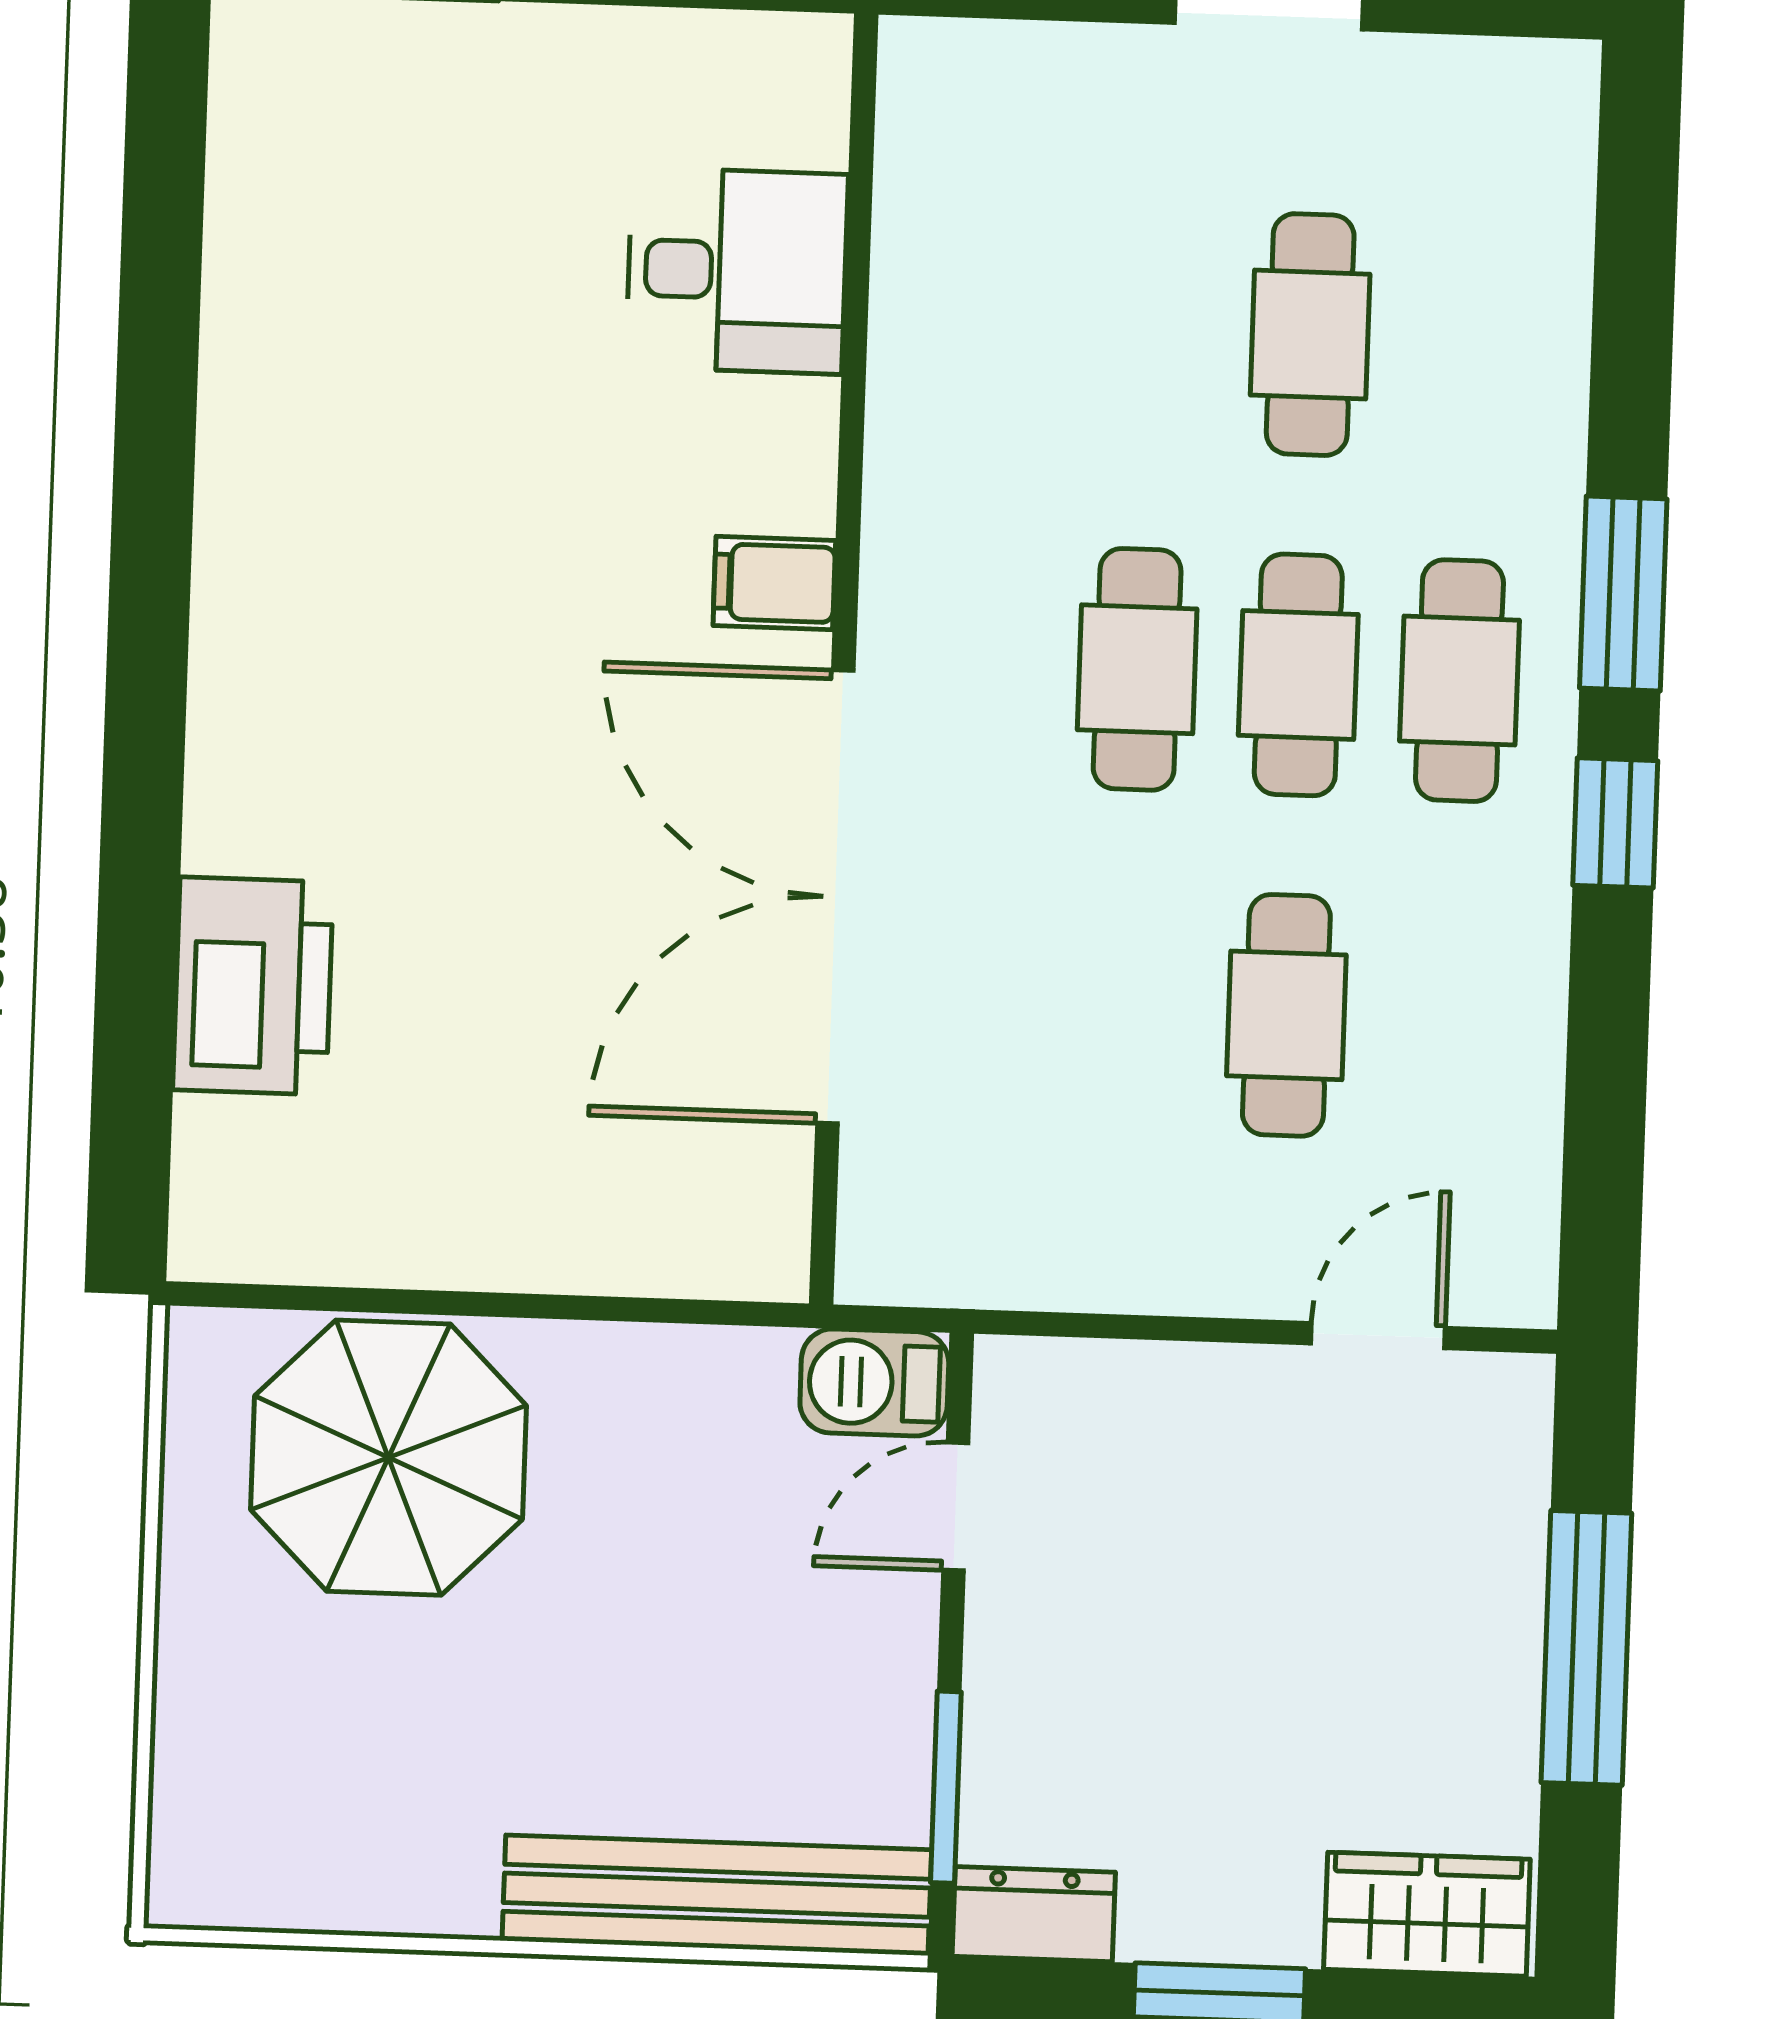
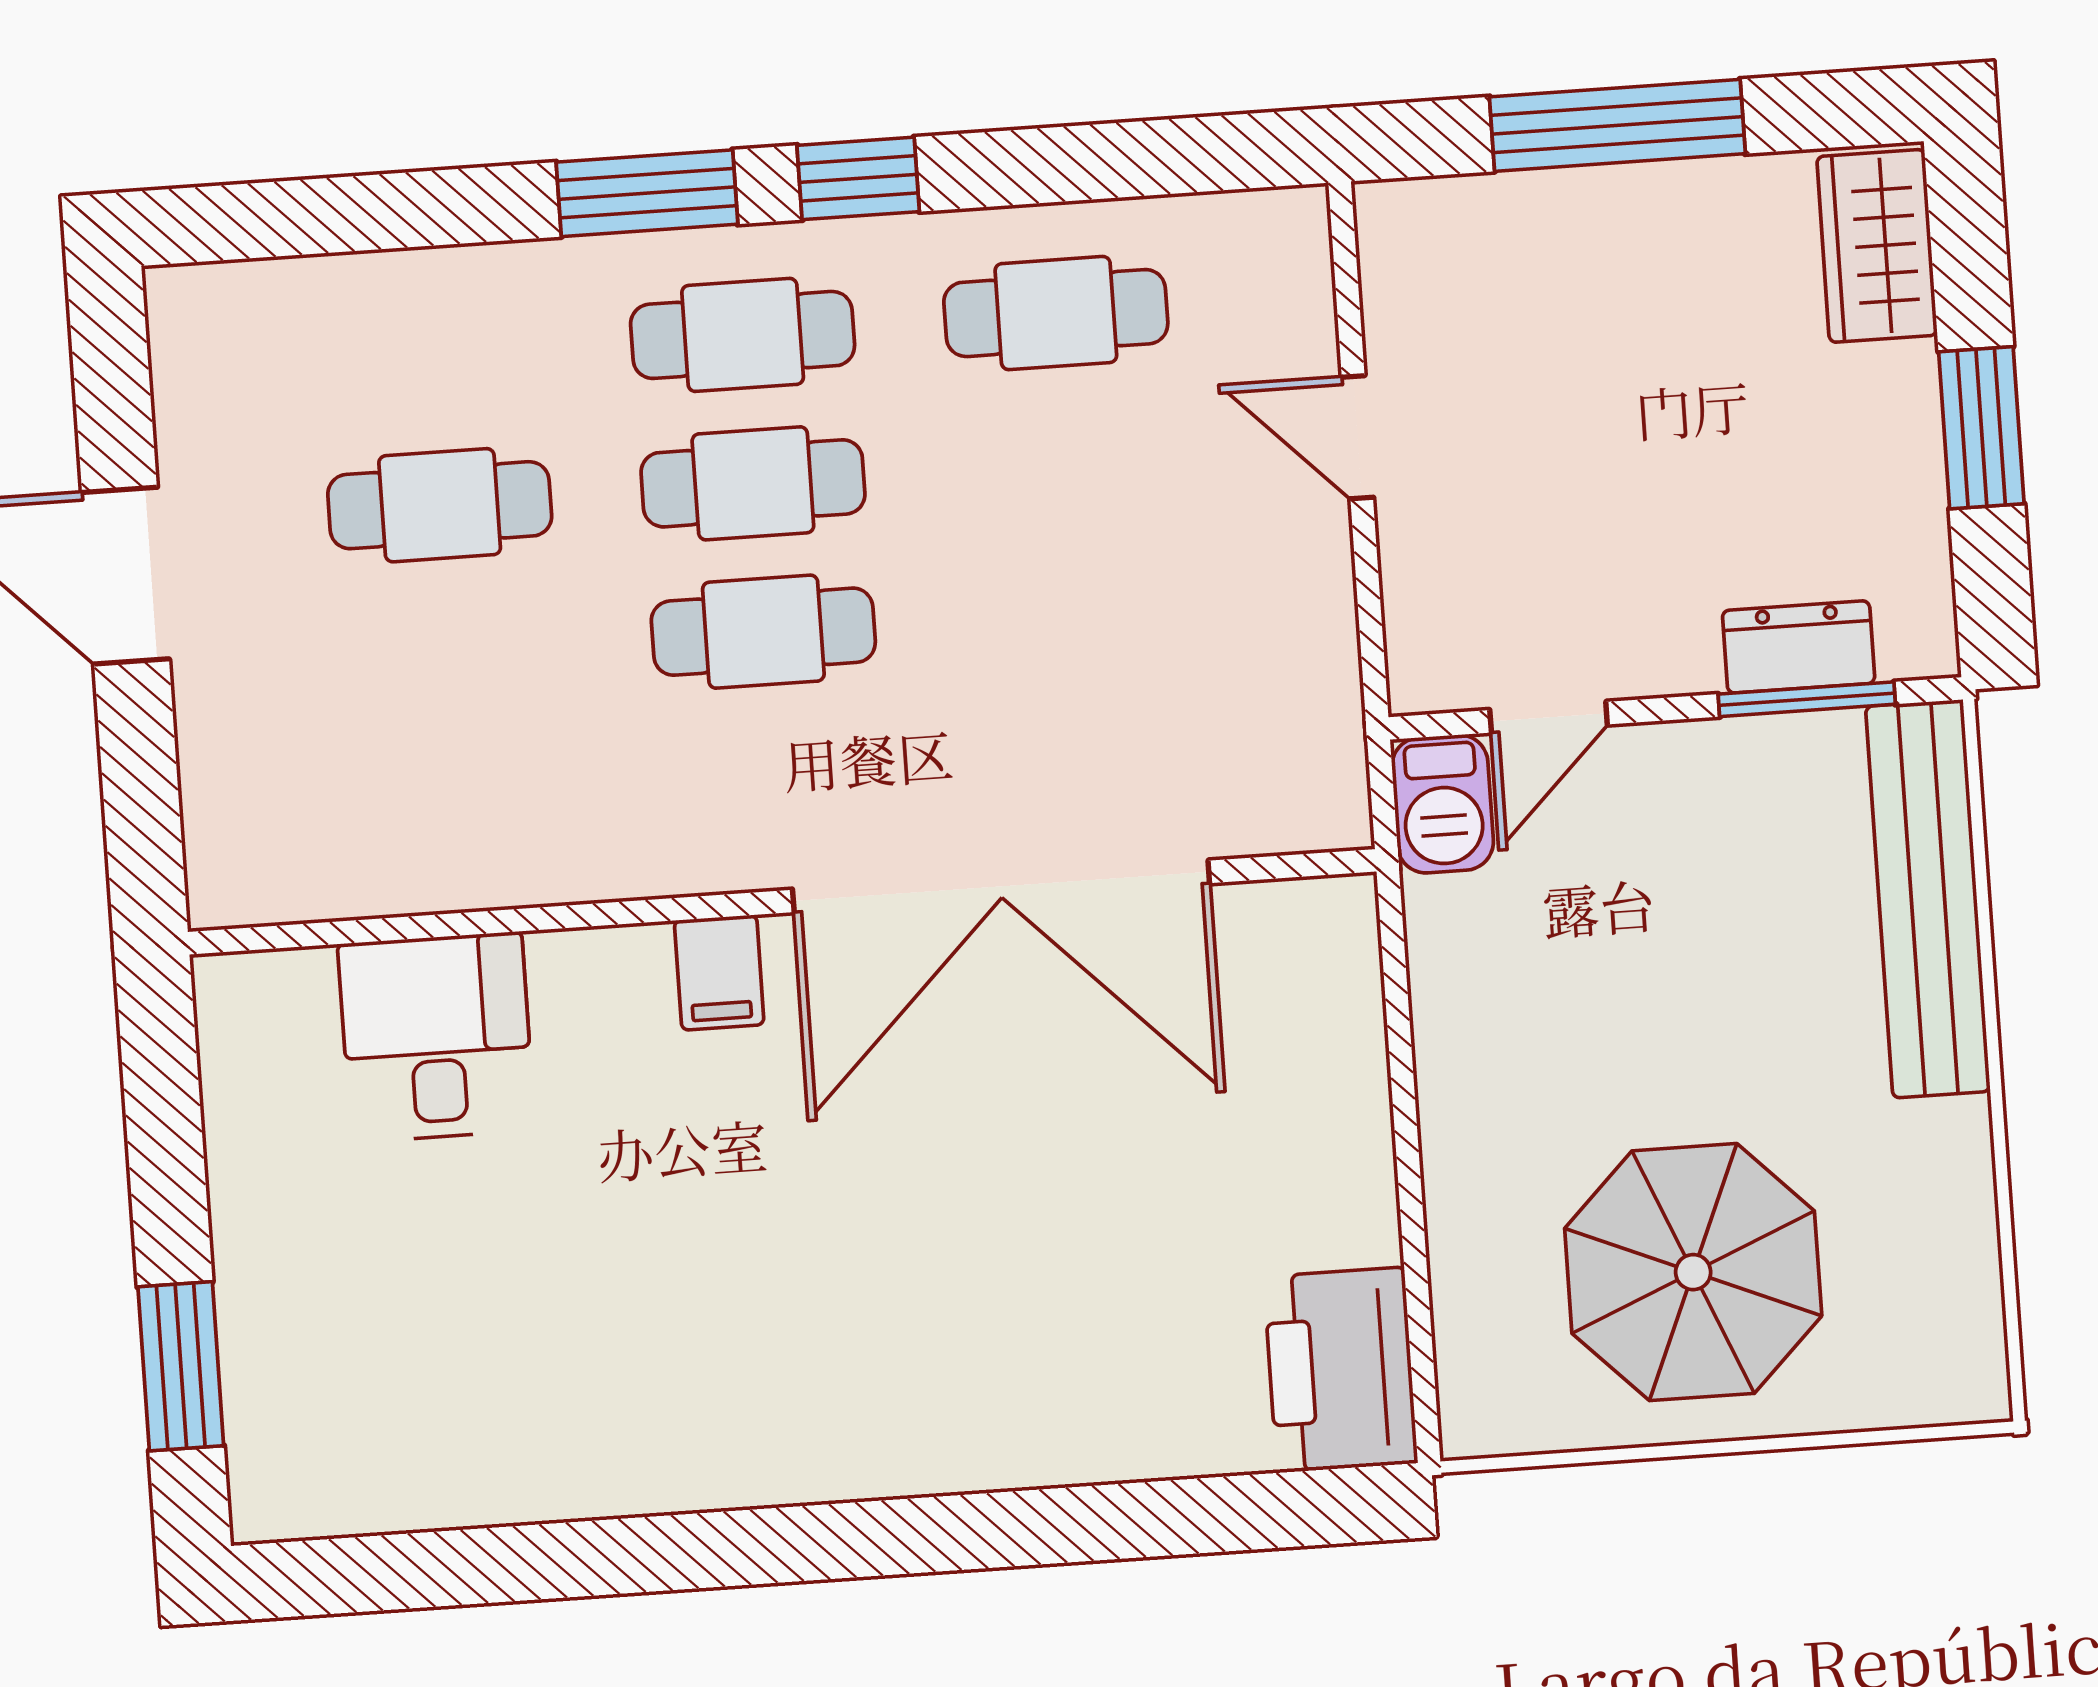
printer: (253, 986) -> (1341, 1370), moved, turned -90
cafe table: (1286, 1015) -> (1056, 313), moved
door: (1378, 1336) -> (1357, 437), moved
parasol: (388, 1458) -> (1693, 1272), moved
door: (956, 1507) -> (1549, 717), hinge flipped
dresser: (1034, 1914) -> (1799, 647), moved, turned 90

